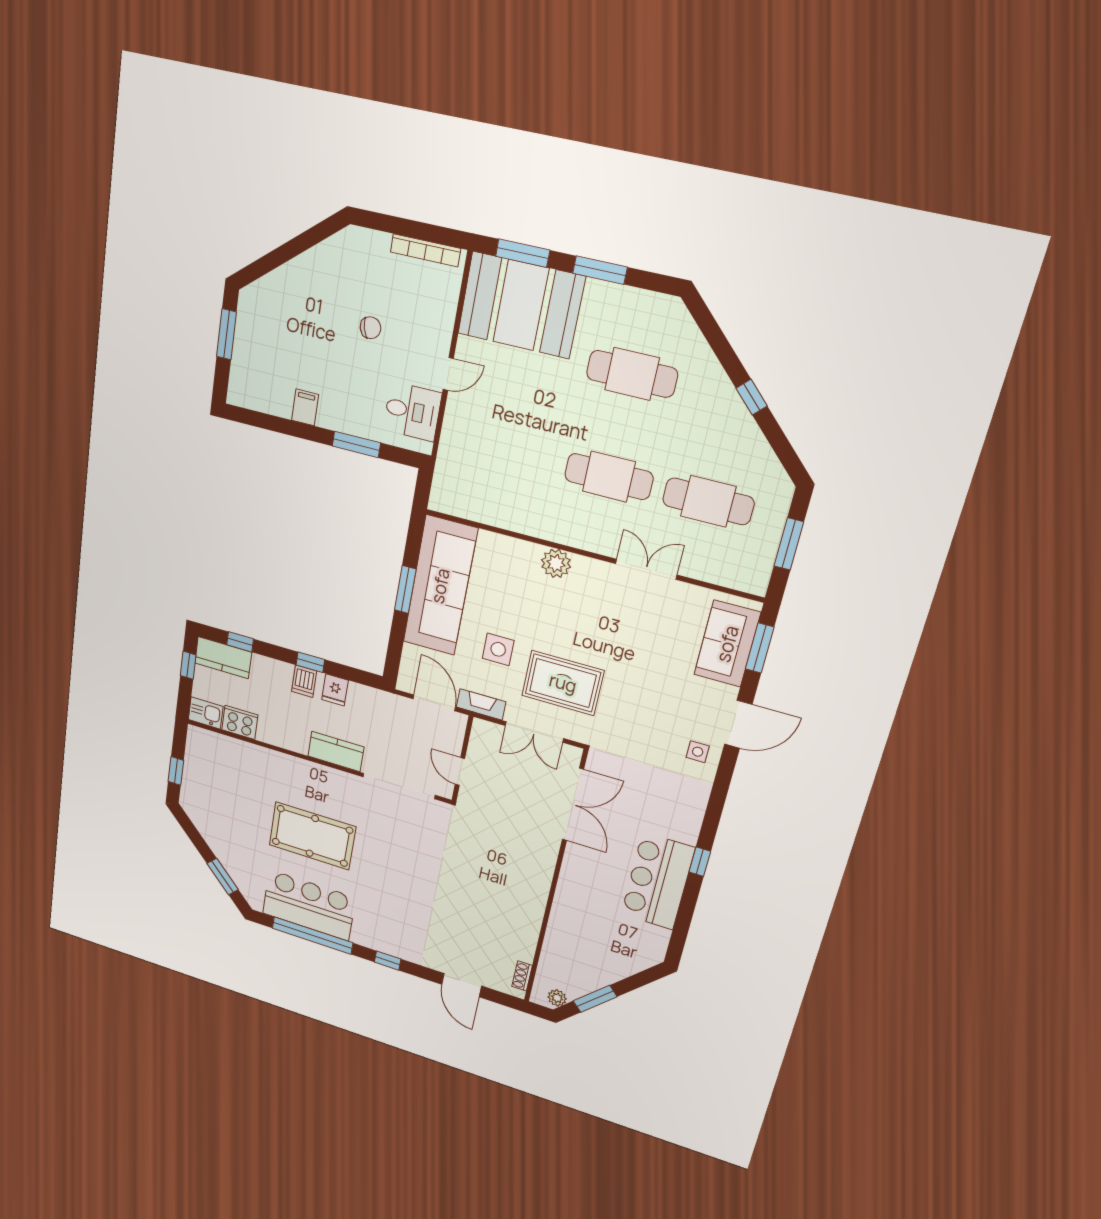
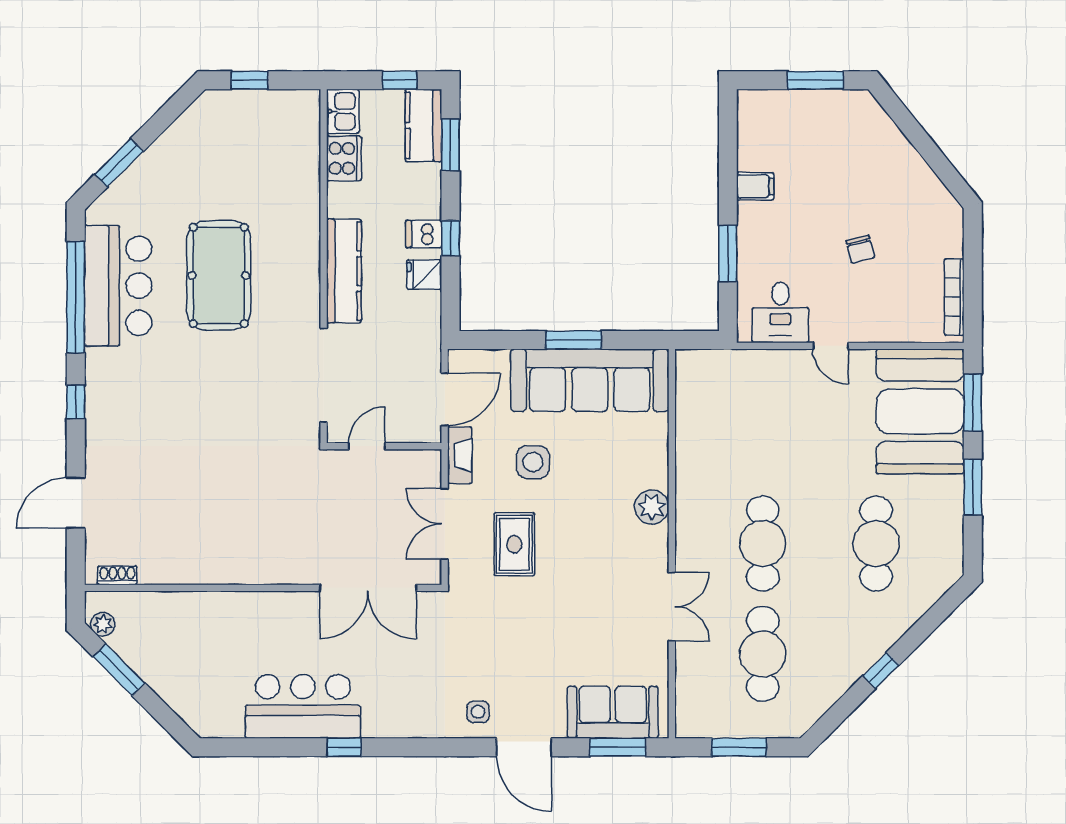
window: (240, 642) -> (450, 145), width x1.50
rug: (563, 683) -> (514, 544), width x0.73, depth x0.70
kitchen counter: (336, 752) -> (344, 271), width x1.50

